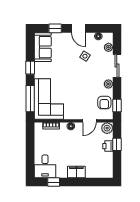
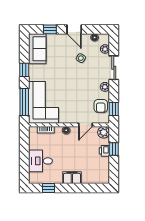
desk: (45, 166) -> (40, 161), moved, turned 90

